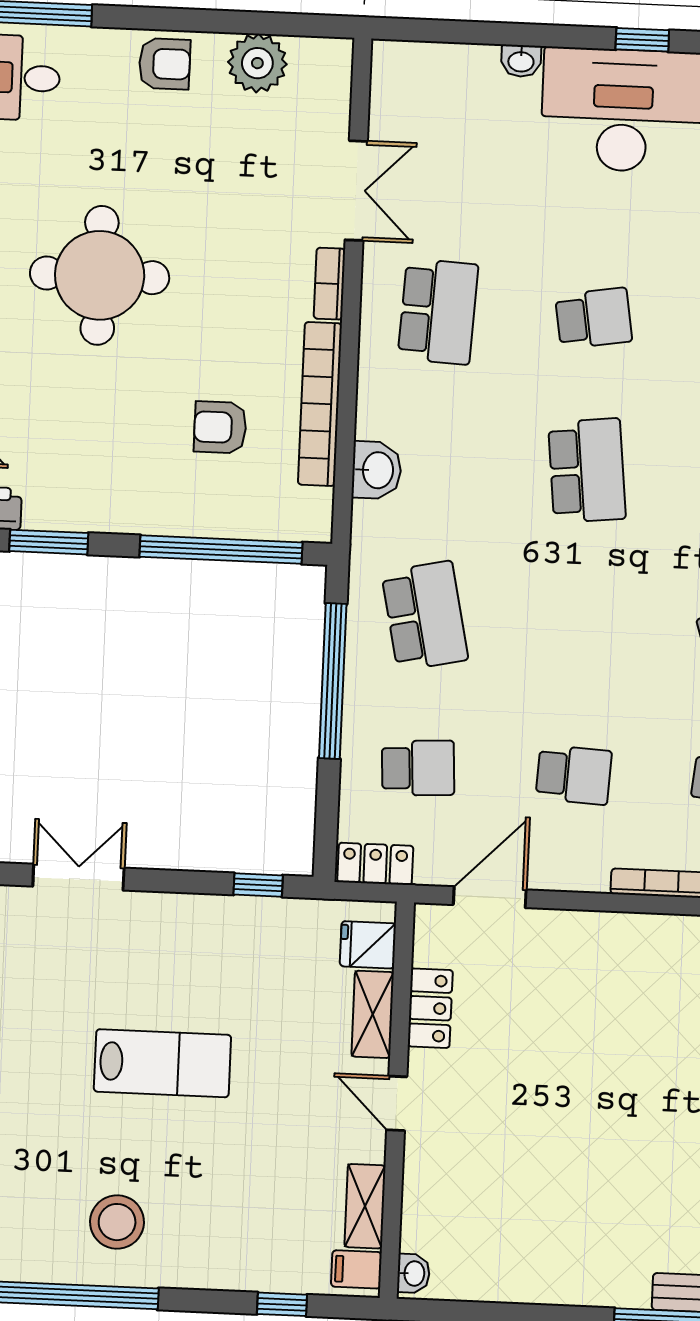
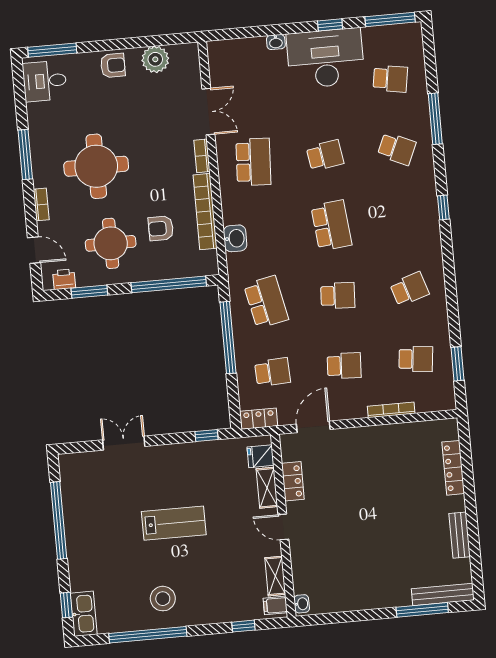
round table: (108, 445) -> (111, 243), added
school desk: (580, 623) -> (338, 296), added

